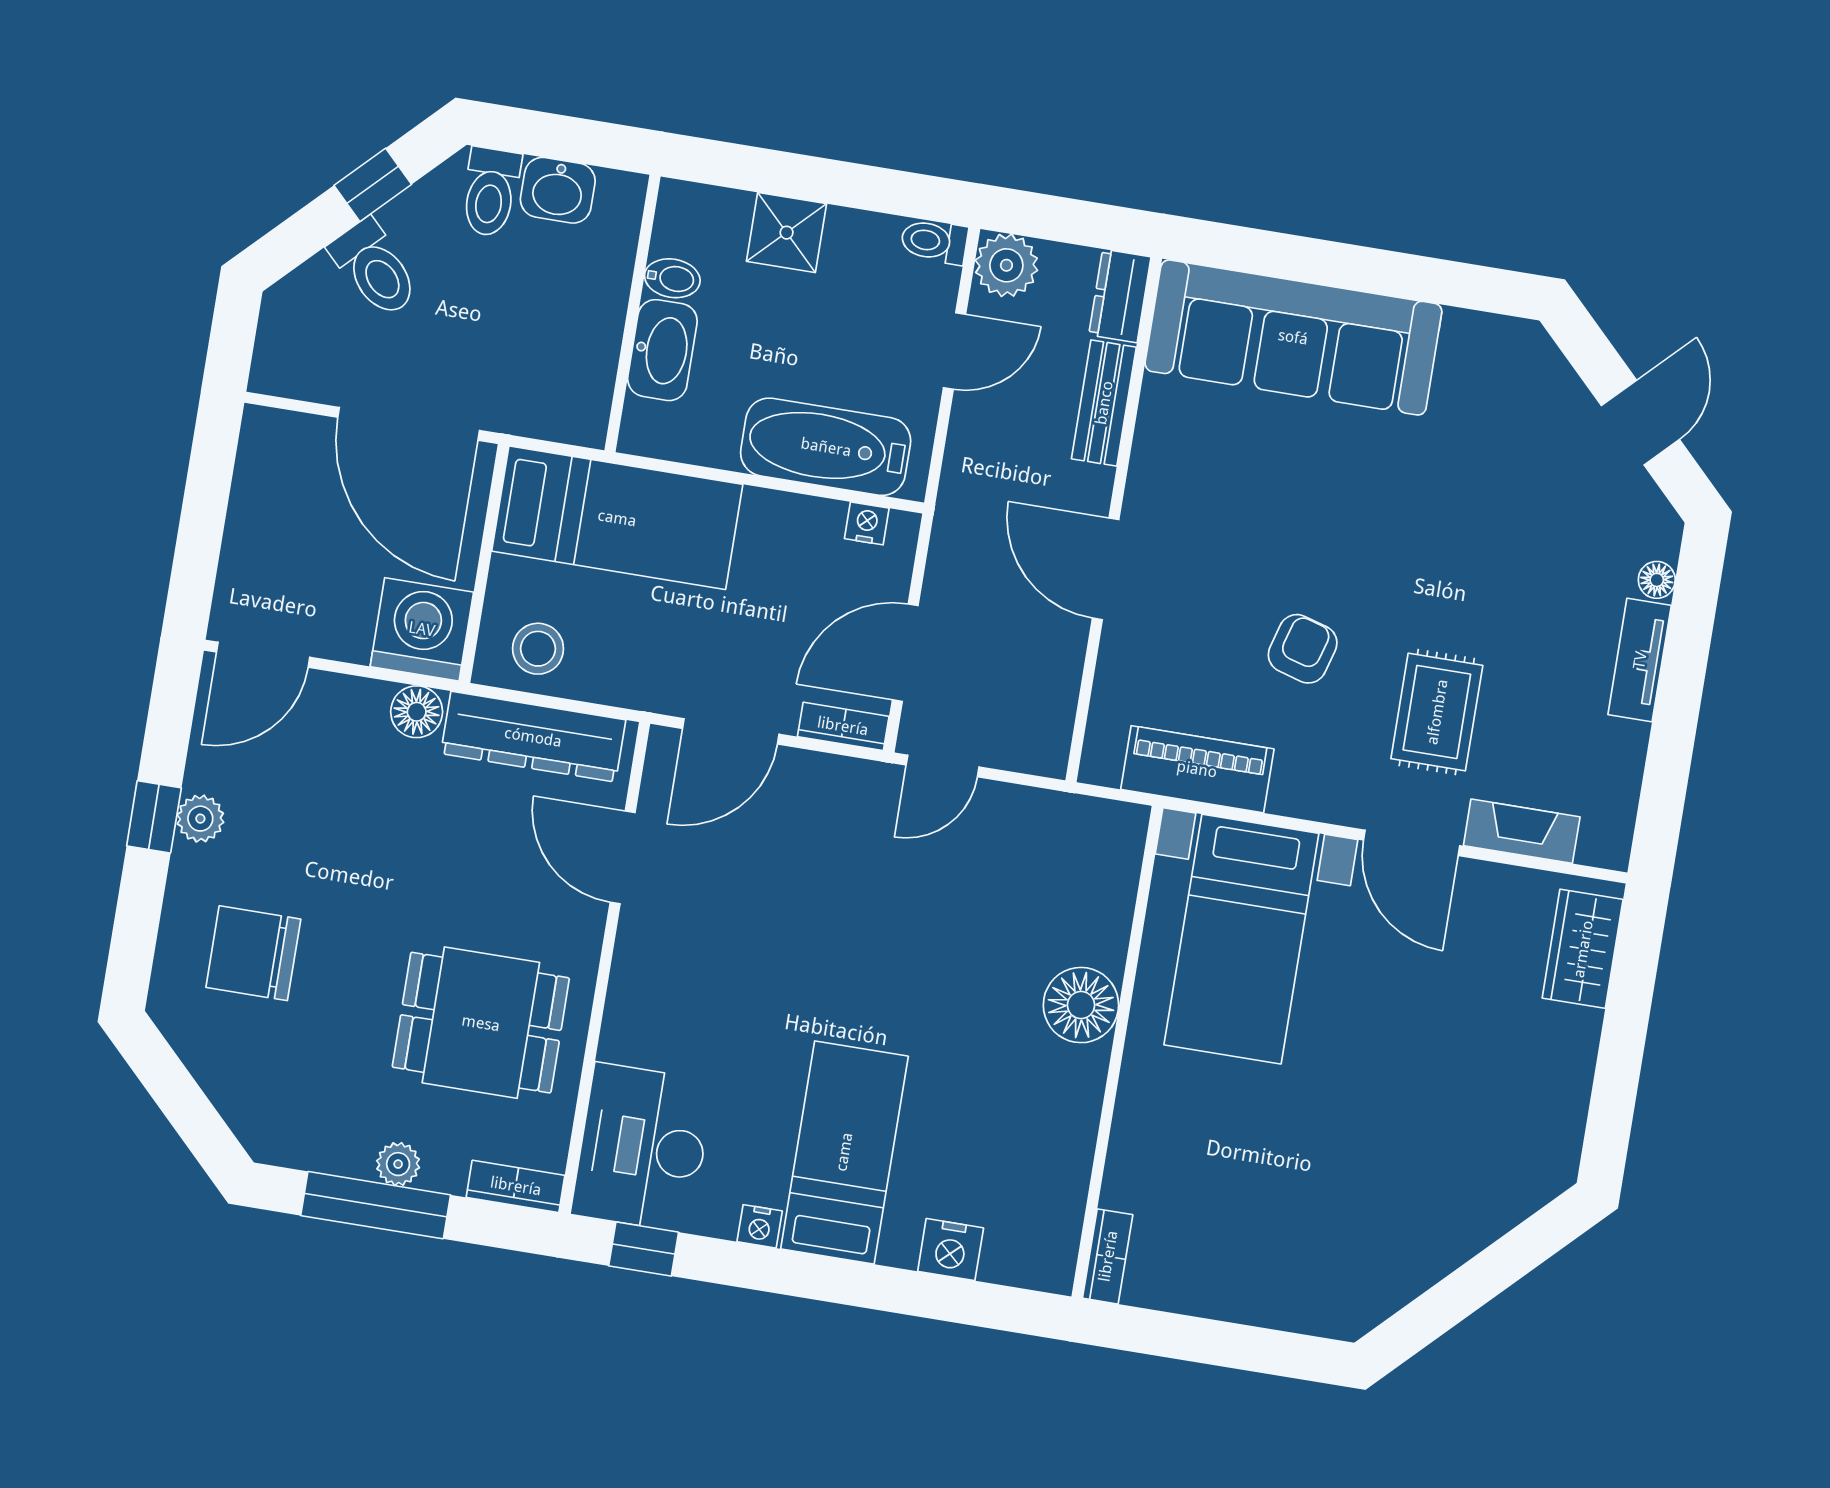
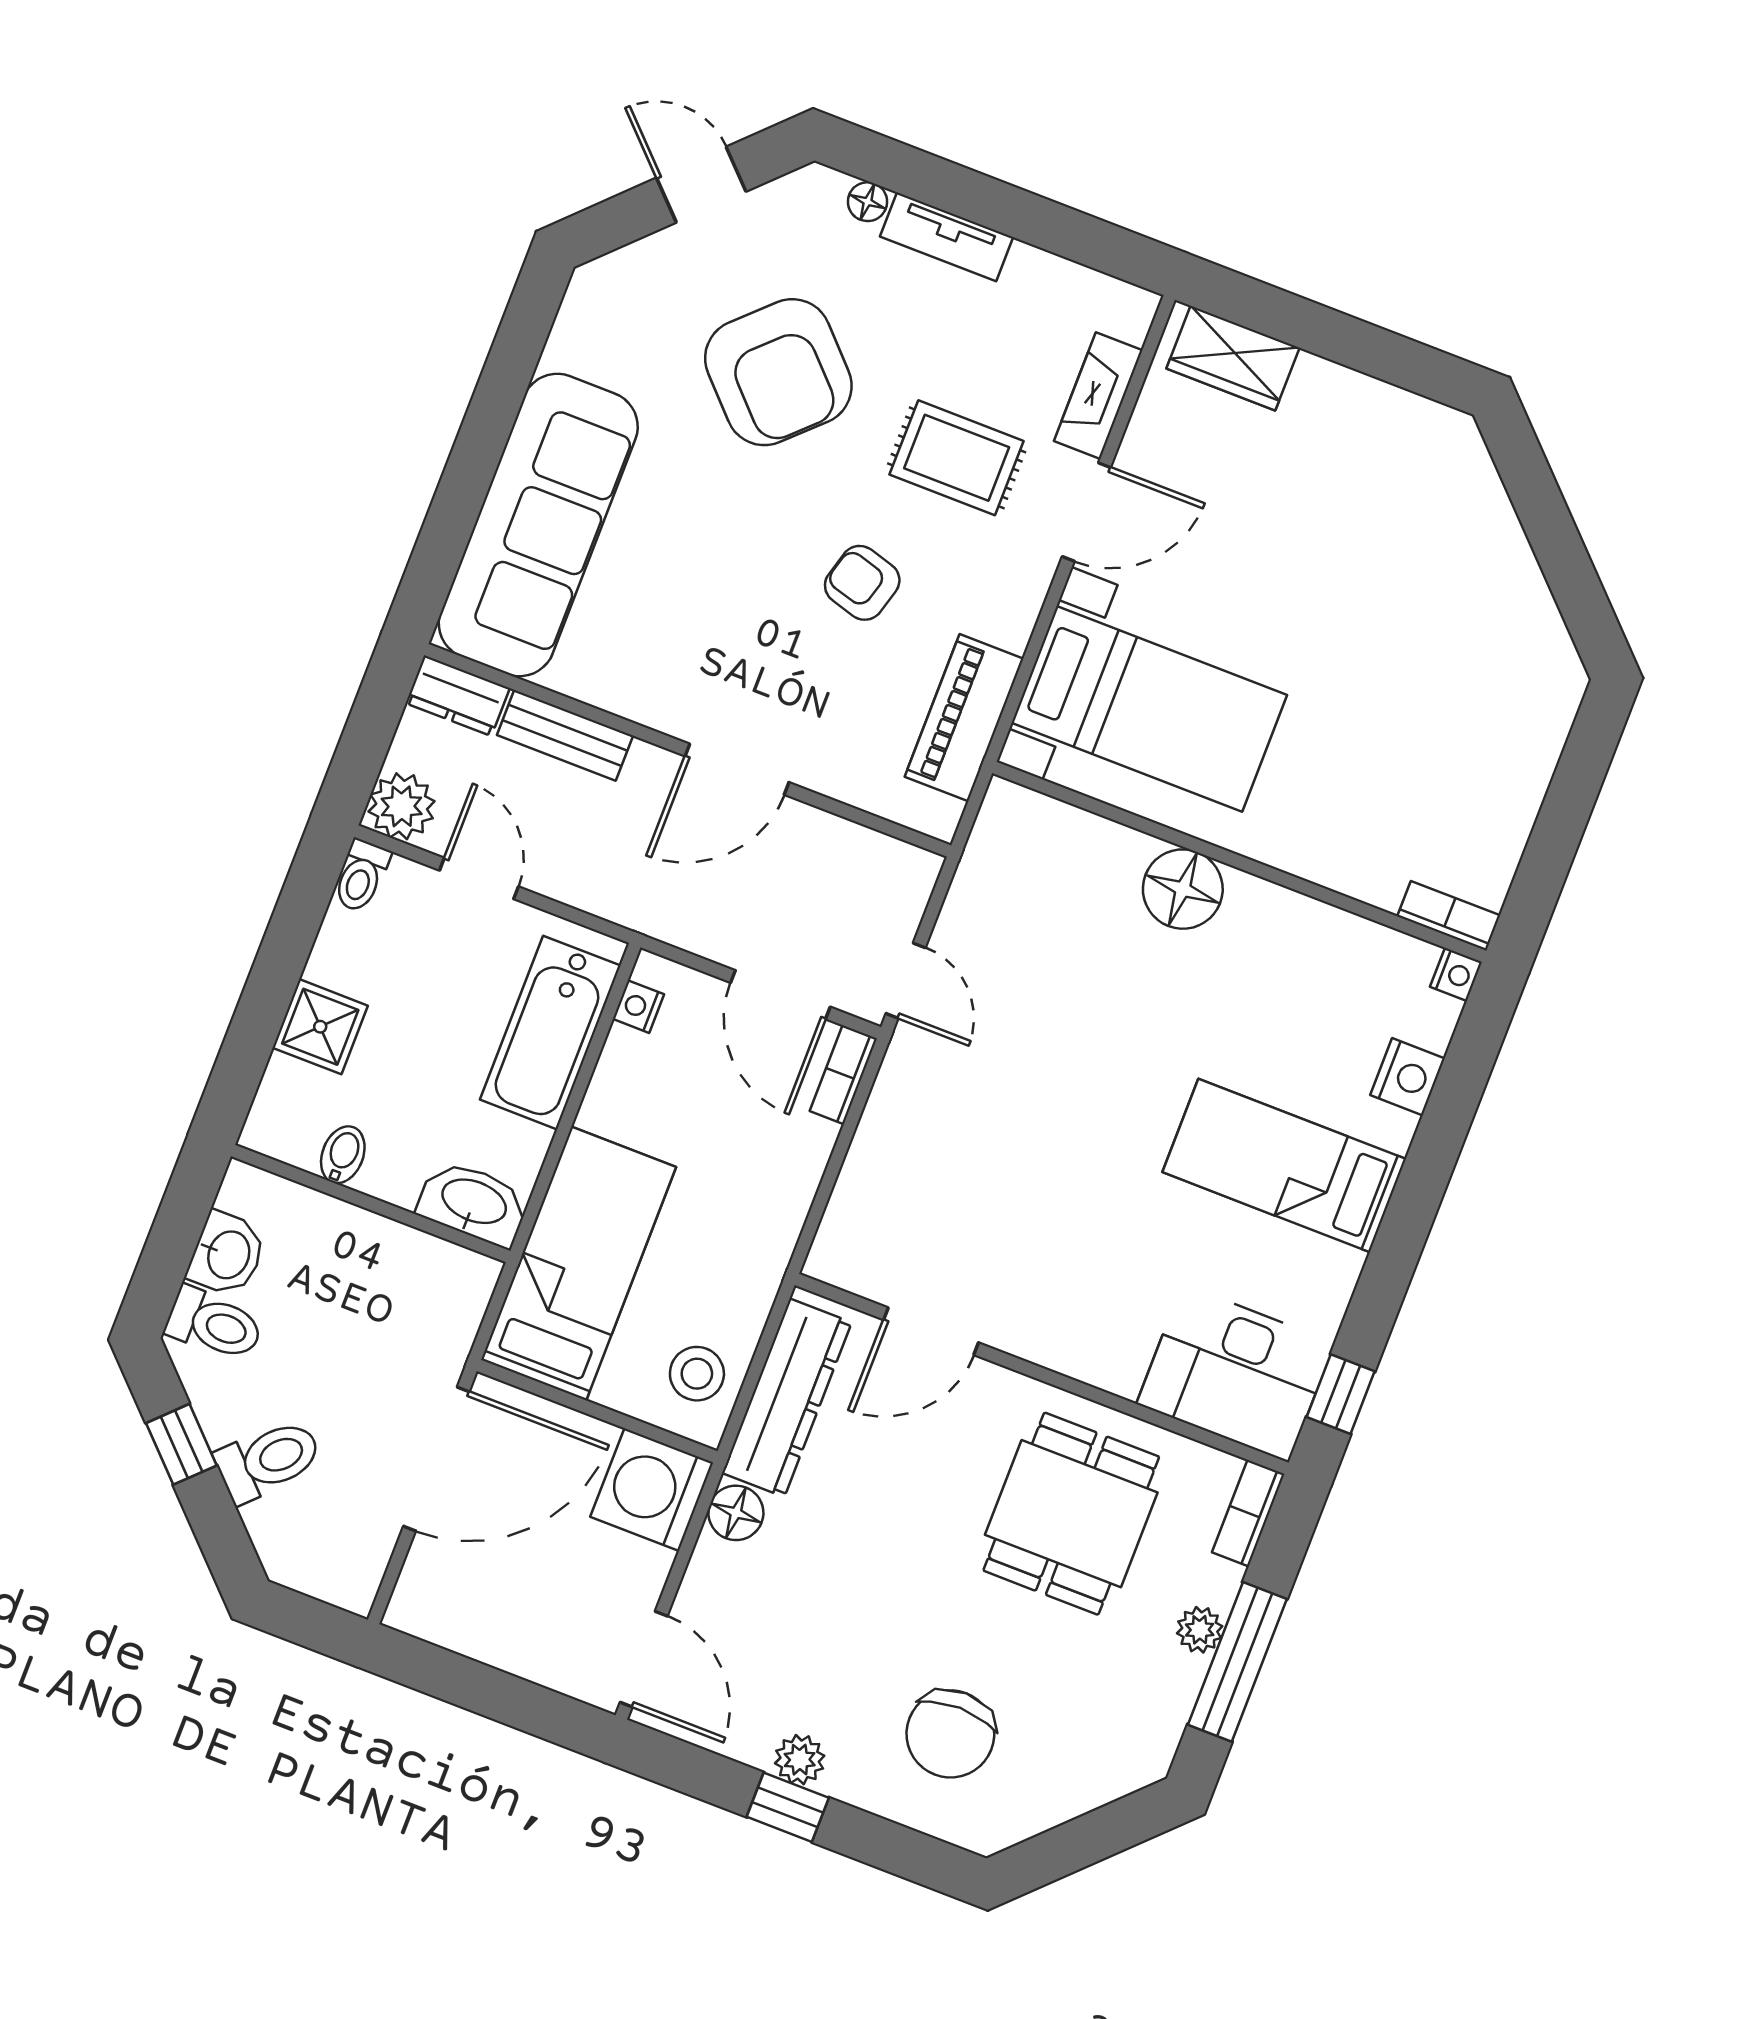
washbasin: (662, 350) -> (473, 1203), moved
armchair: (1482, 530) -> (778, 372), added
door: (731, 731) -> (824, 1192), removed
nightstand: (760, 1226) -> (1456, 974), moved

